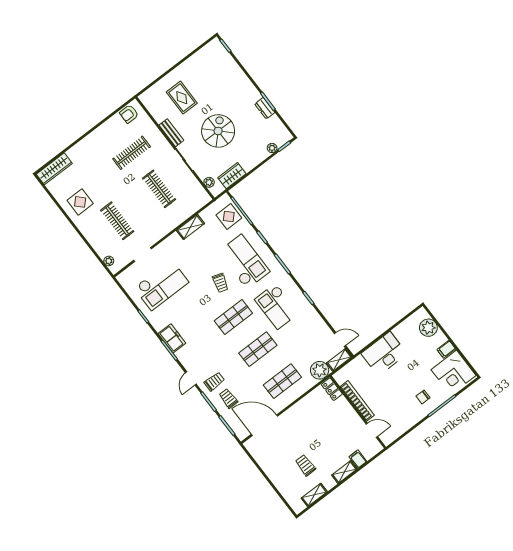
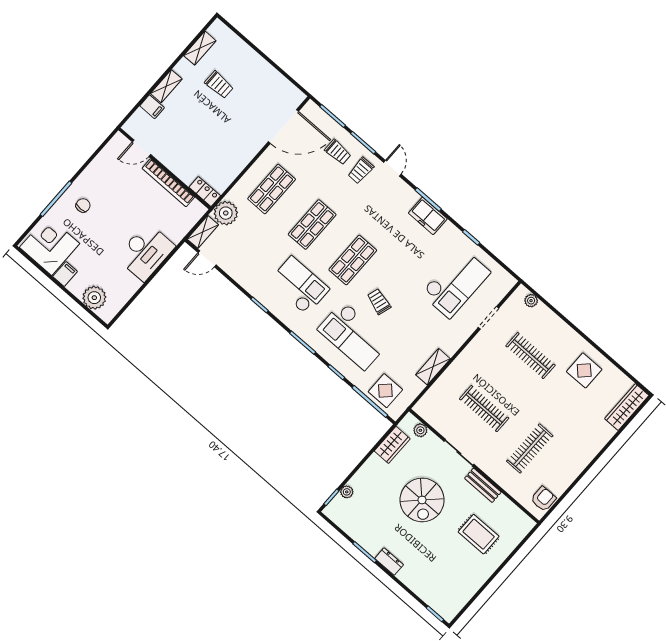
dresser: (265, 108) -> (389, 562), moved
checkout: (161, 285) -> (456, 283), turned 180

